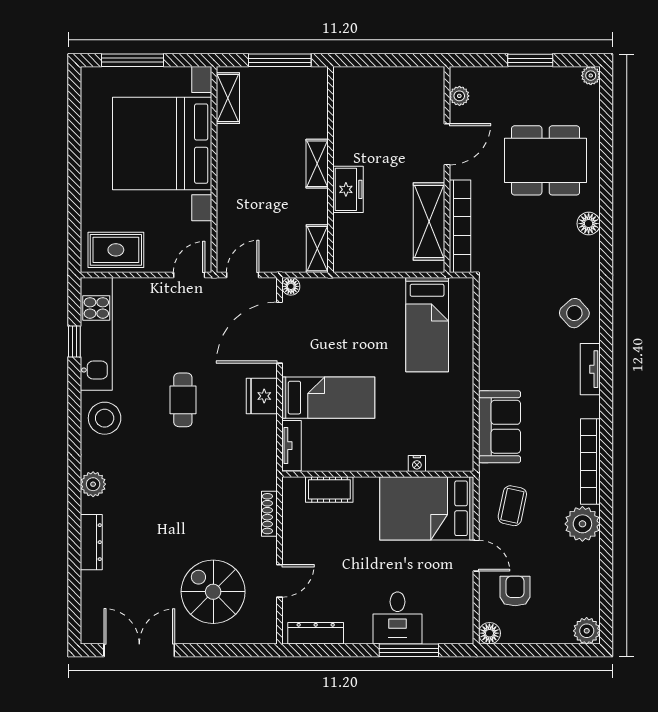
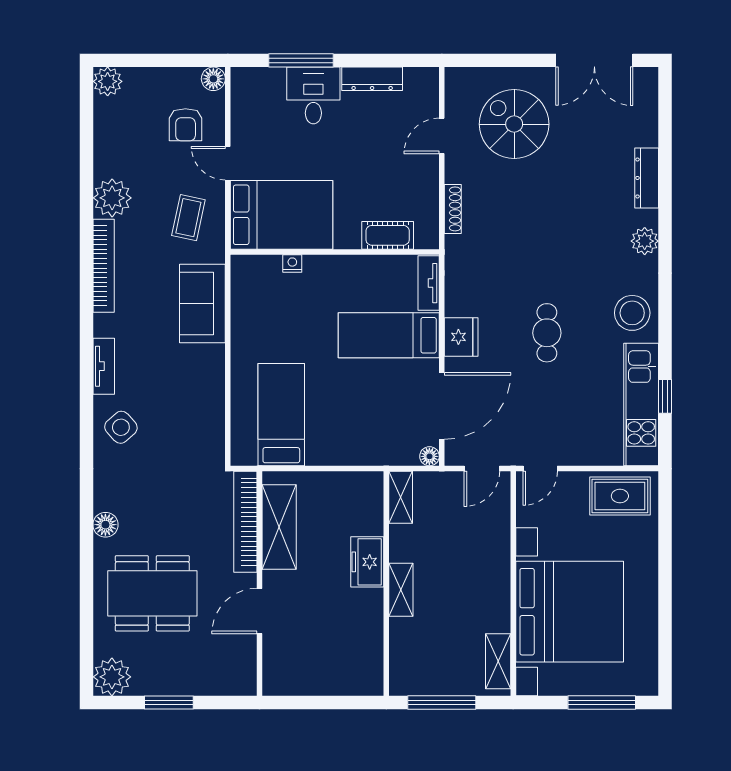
plant: (591, 76) -> (112, 677), width x1.88, depth x1.88
plant: (459, 96) -> (246, 664), removed
spiral stairs: (213, 592) -> (514, 124), turned 180
dresser: (316, 633) -> (372, 79), moved

